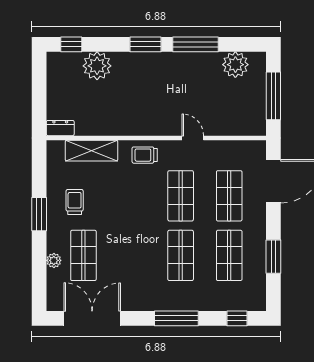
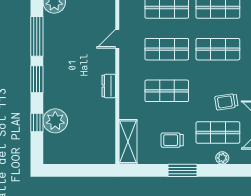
window: (71, 44) -> (37, 123), moved
dresser: (60, 128) -> (109, 86), moved
shelving: (92, 151) -> (128, 142), moved
trolley: (145, 155) -> (226, 102), moved, turned 81
shop shelf: (132, 196) -> (167, 91), added

